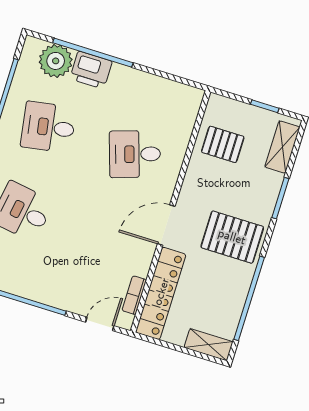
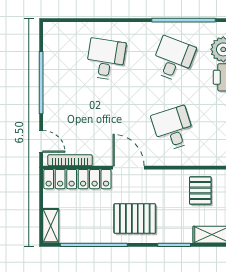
desk: (48, 127) -> (173, 59), turned 30
pallet: (232, 237) -> (135, 219), turned 90
bookcase: (134, 295) -> (70, 160), width x1.56

